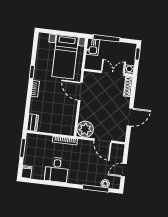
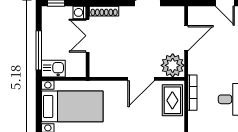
door: (80, 91) -> (141, 79), moved
rug: (61, 126) -> (172, 100), added

